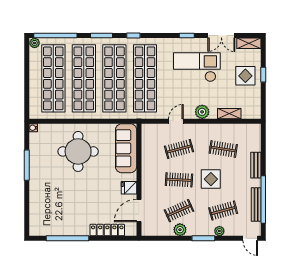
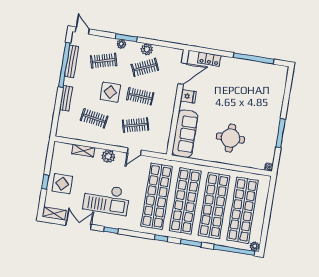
round table: (78, 151) -> (230, 138), width x0.73, depth x0.73
locker: (107, 230) -> (209, 59), width x0.66
plant: (219, 231) -> (121, 44), moved

